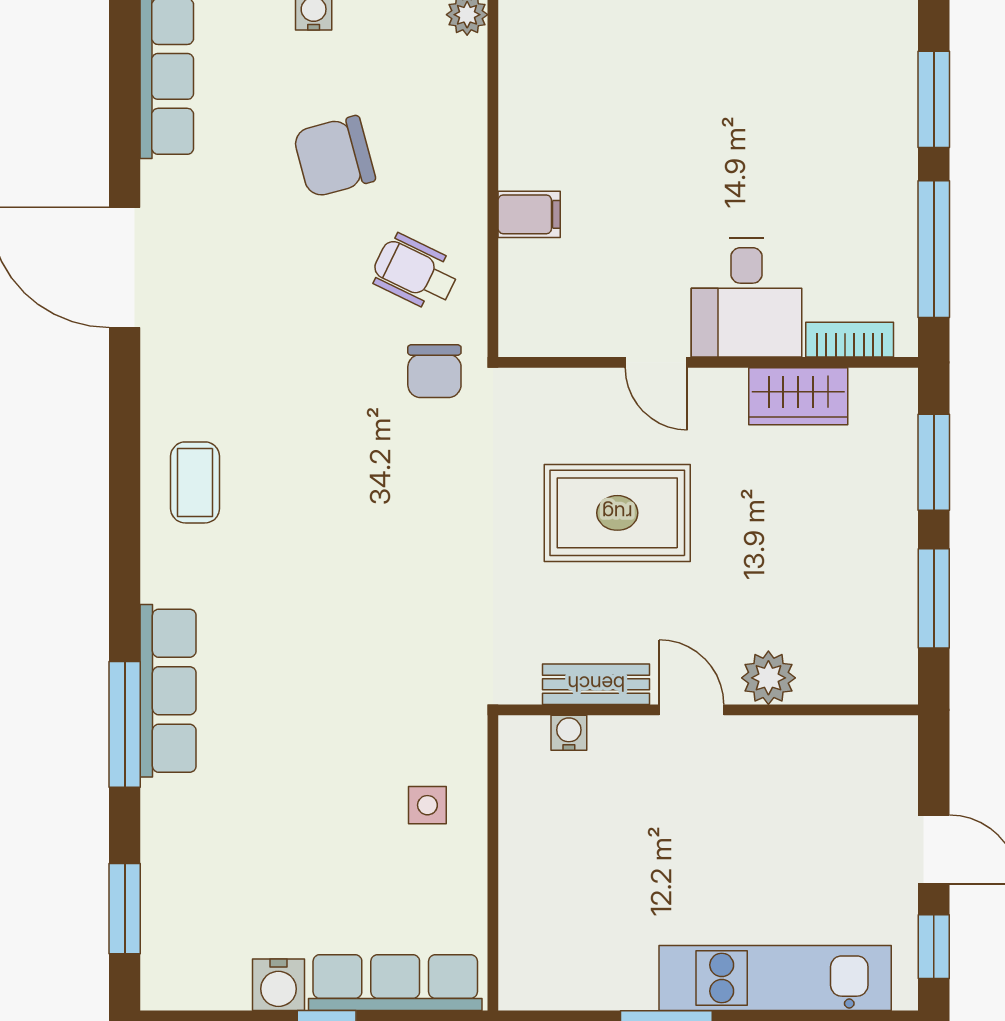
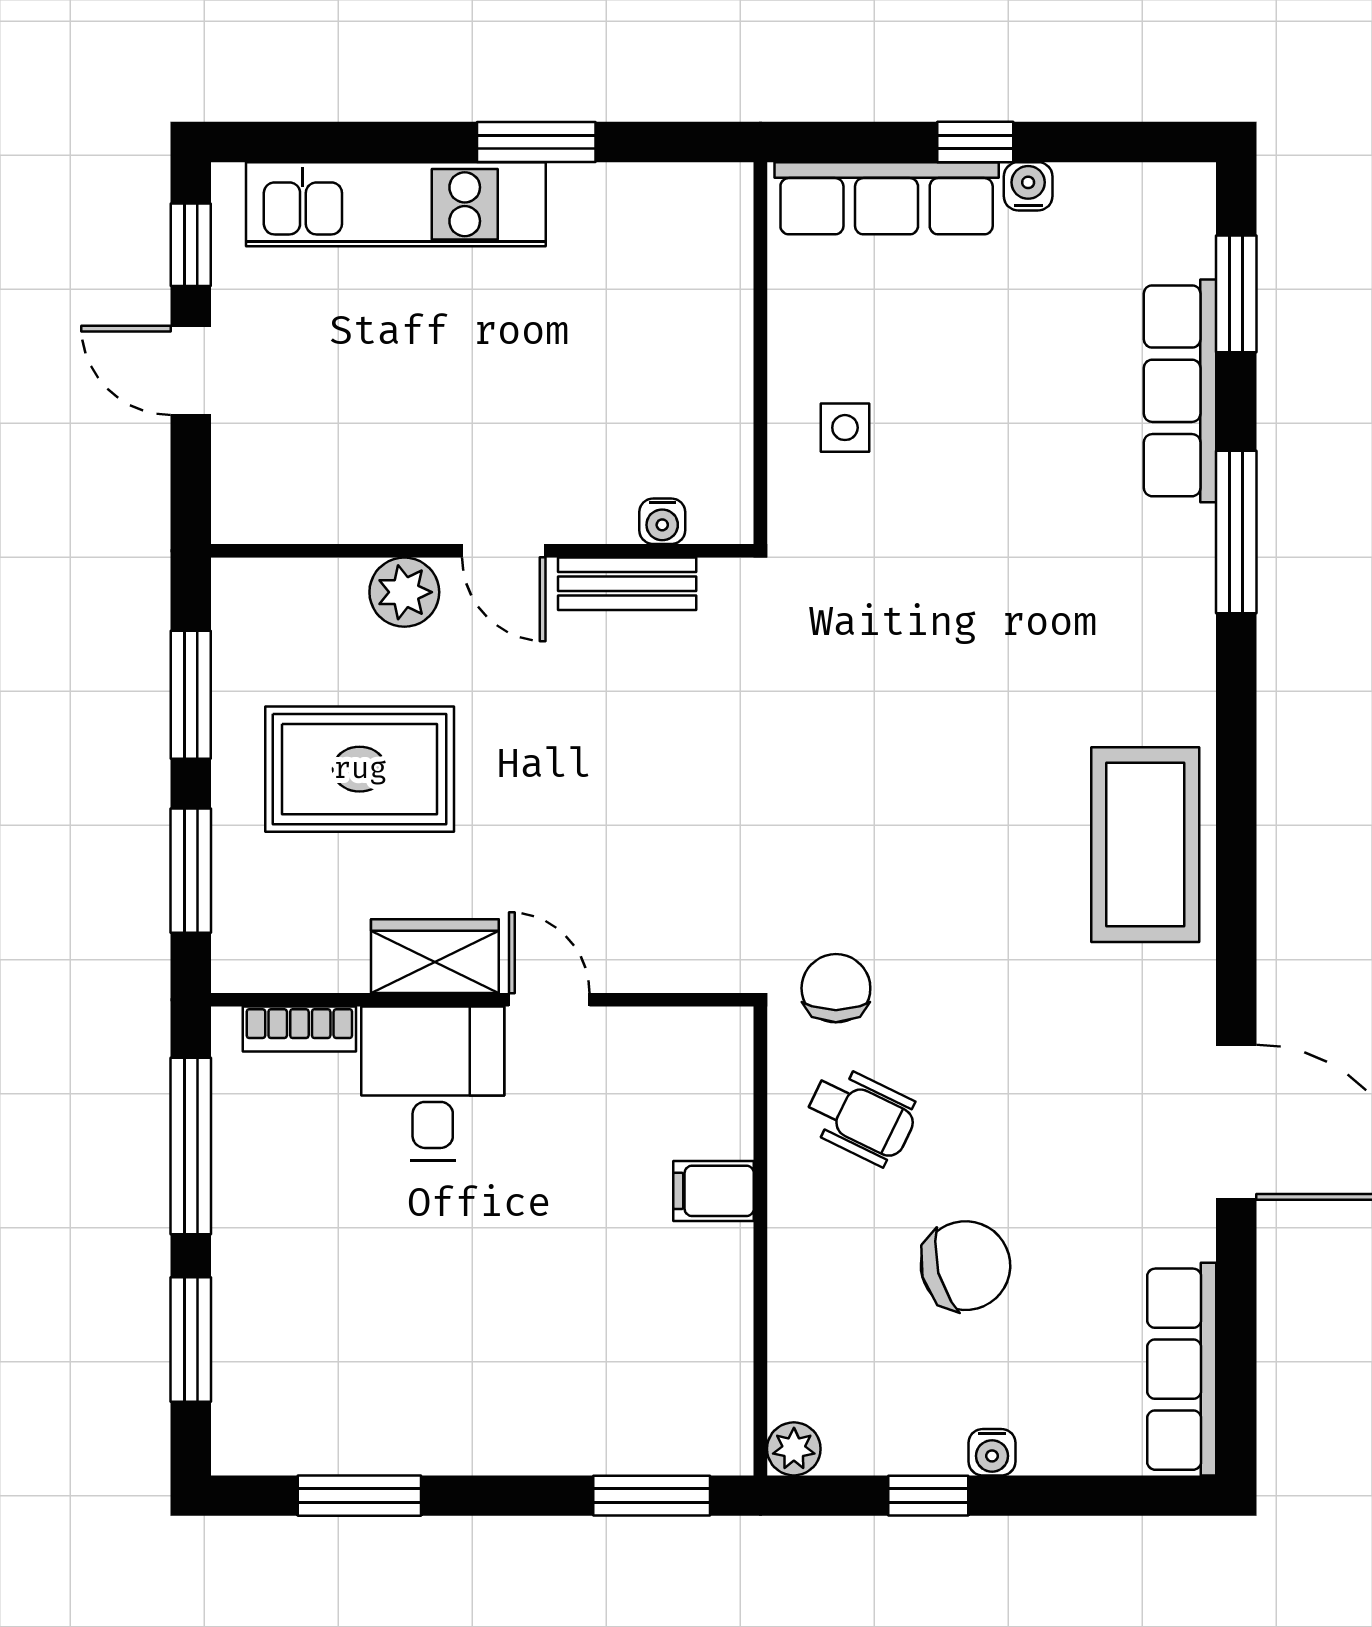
wardrobe: (798, 396) -> (435, 956), moved
coffee table: (195, 482) -> (1145, 845), width x1.86, depth x1.72
rug: (617, 513) -> (360, 769), moved
row of seats: (168, 691) -> (1180, 391), moved
water cooler: (278, 985) -> (1028, 186), width x0.72, depth x0.72

